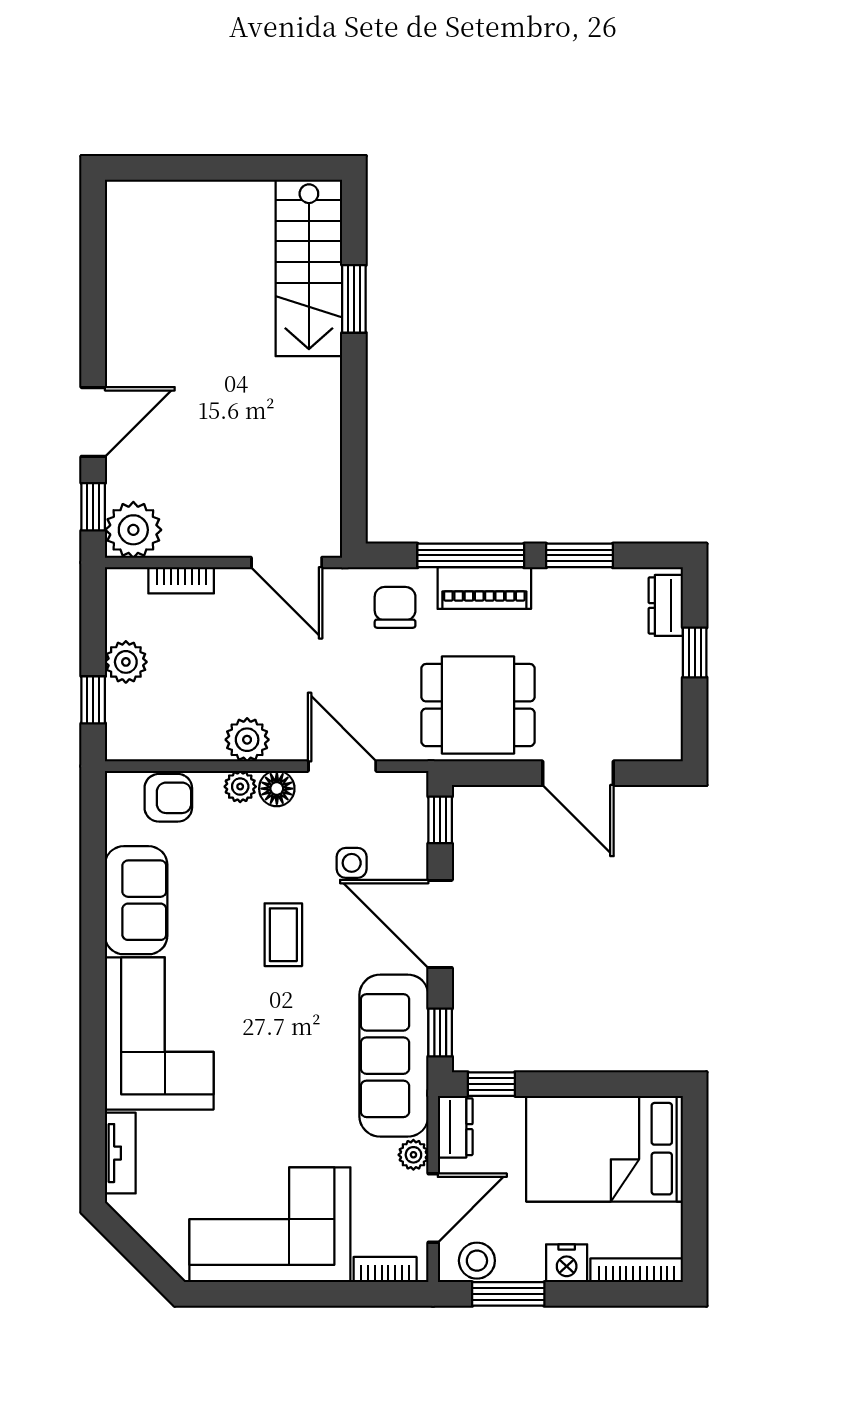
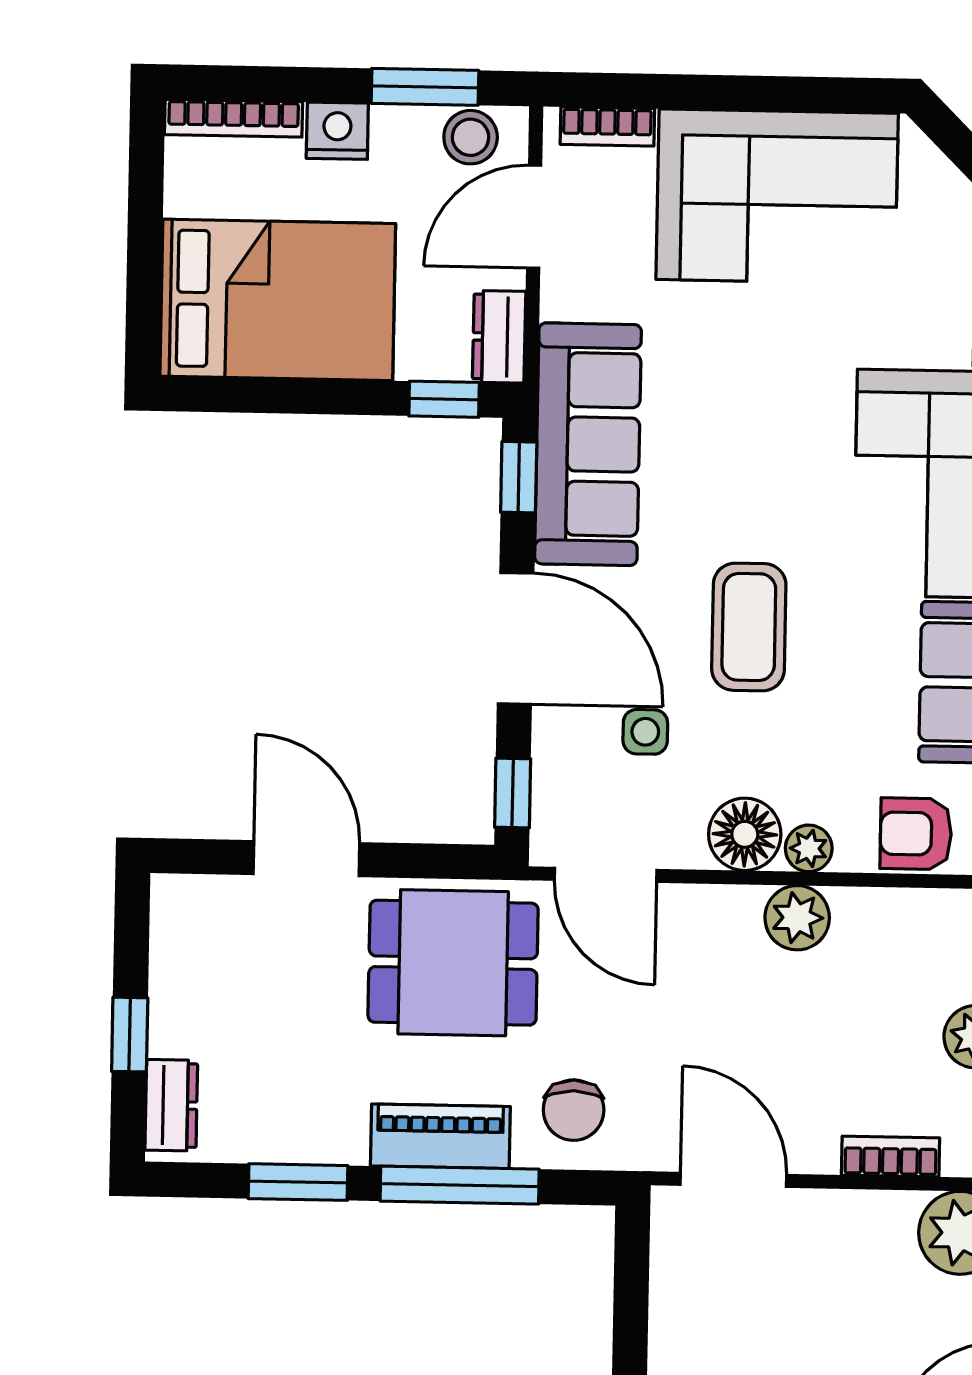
door: (342, 766) -> (606, 875), moved
floor lamp: (277, 789) -> (745, 834), width x1.38, depth x1.38
coffee table: (283, 935) -> (749, 627), width x1.36, depth x1.30
plant: (413, 1155) -> (562, 296), removed

